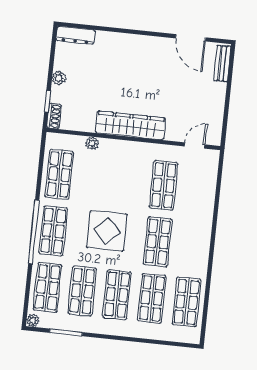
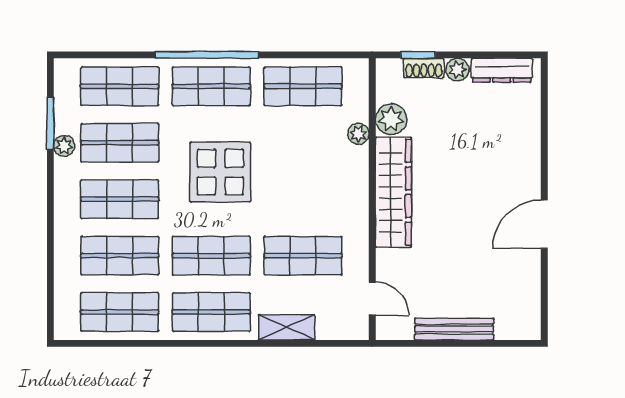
dresser: (76, 35) -> (502, 70), moved, turned -90
door: (191, 38) -> (544, 224), moved
bench: (222, 64) -> (454, 329), moved, width x1.36
shoe rack: (54, 116) -> (424, 68), moved
plant: (85, 122) -> (391, 119), added
shelving: (207, 200) -> (287, 327), added
shop shelf: (193, 245) -> (211, 312), added
plant: (33, 320) -> (64, 146), moved

